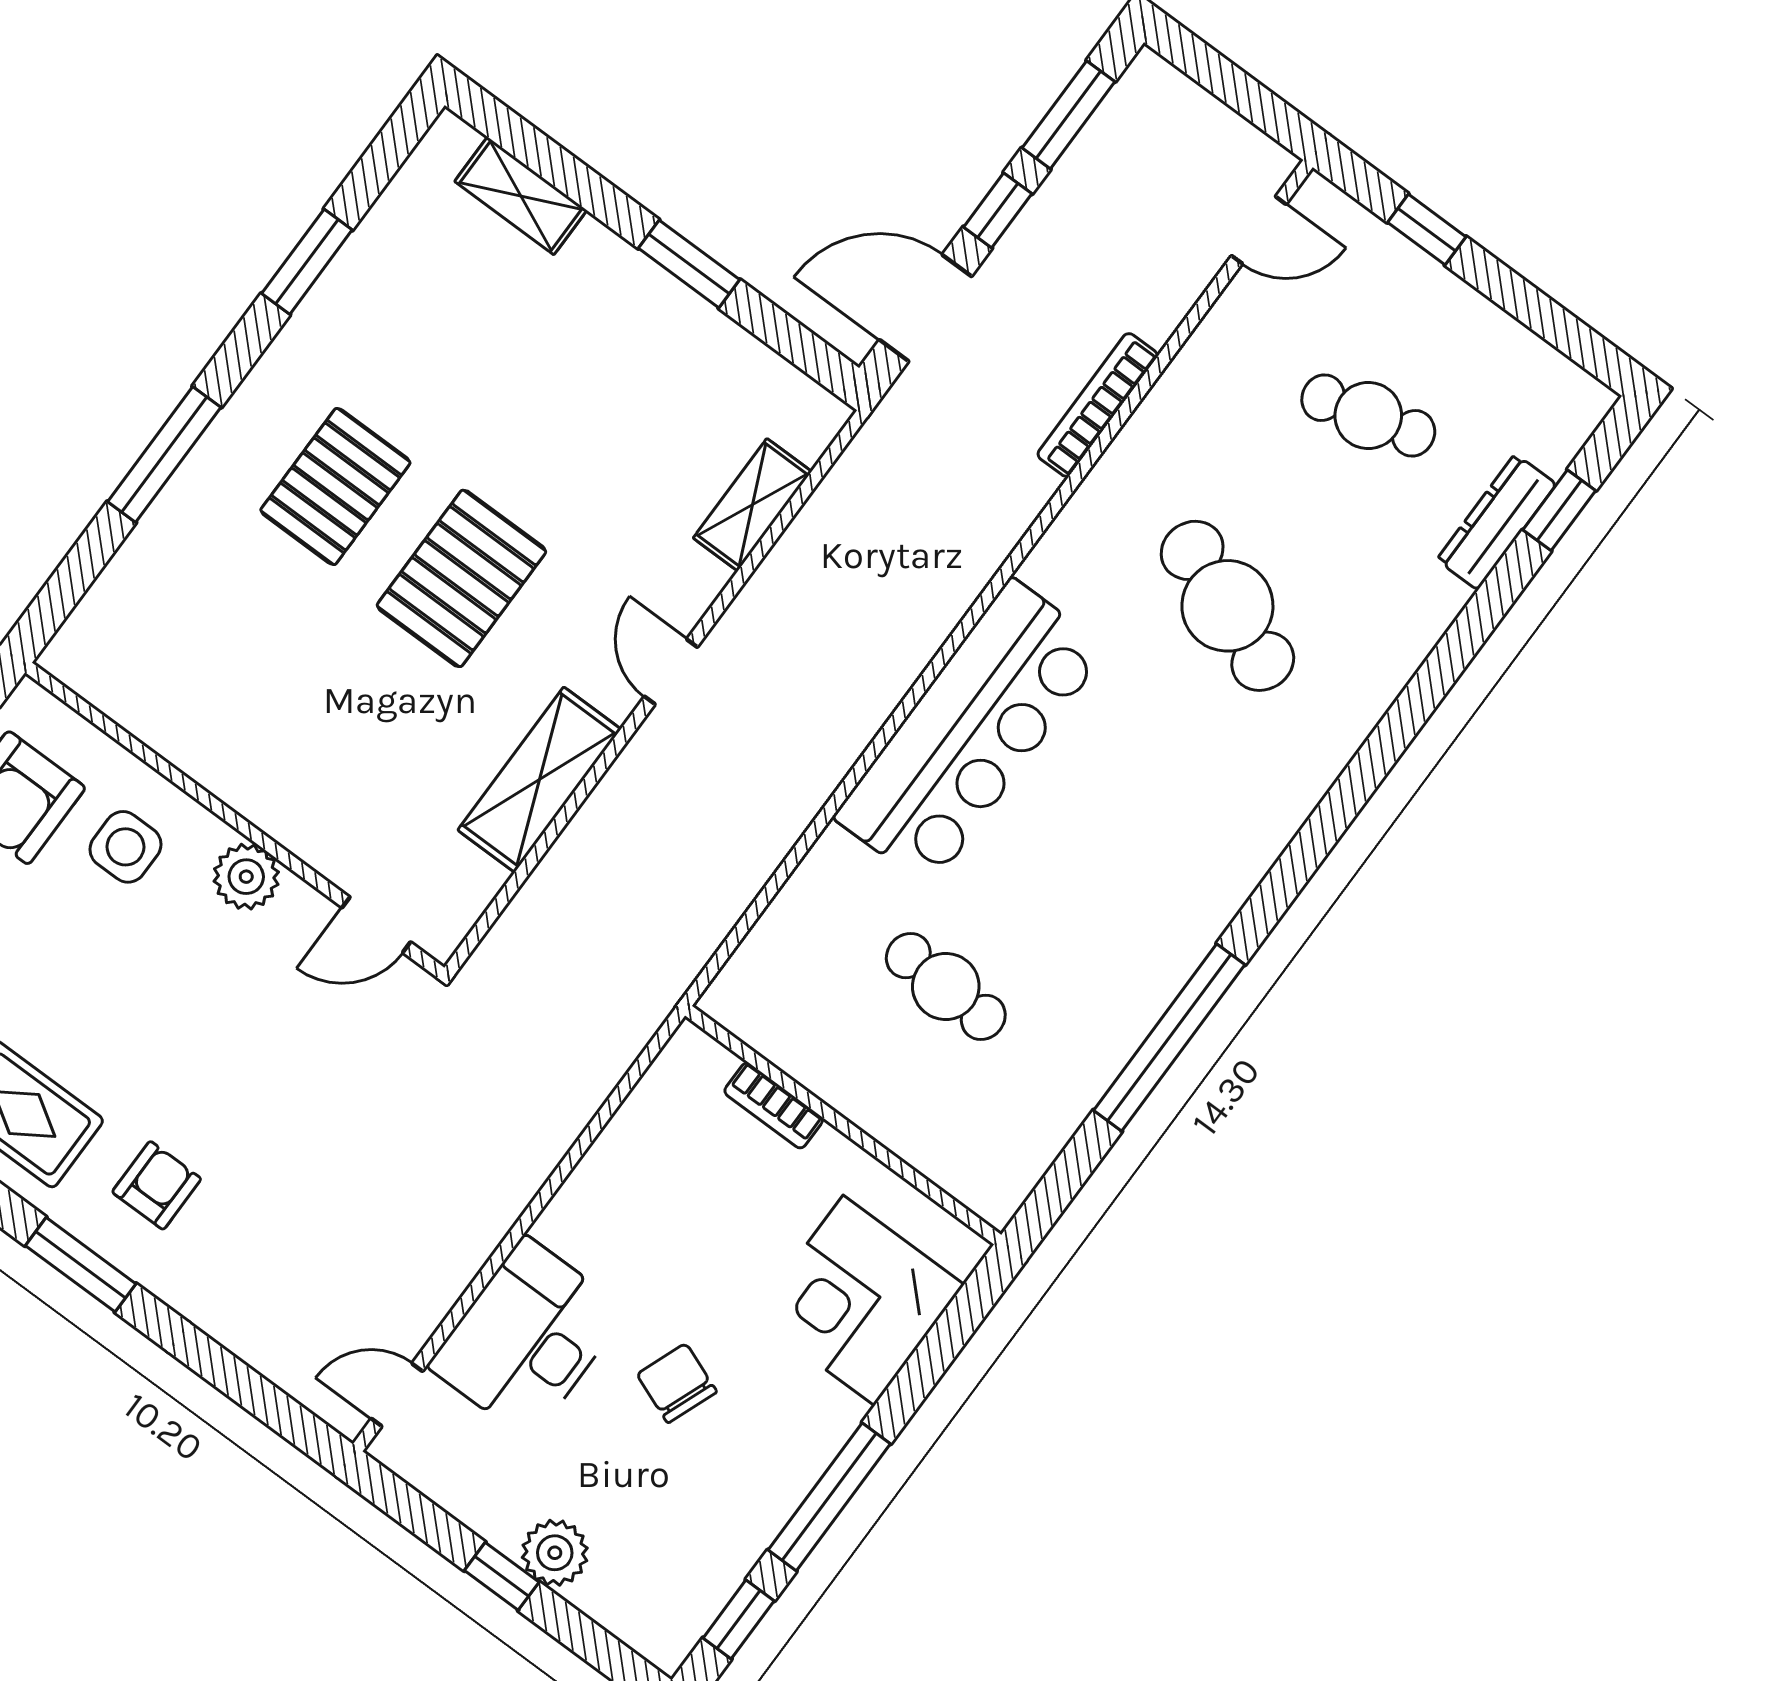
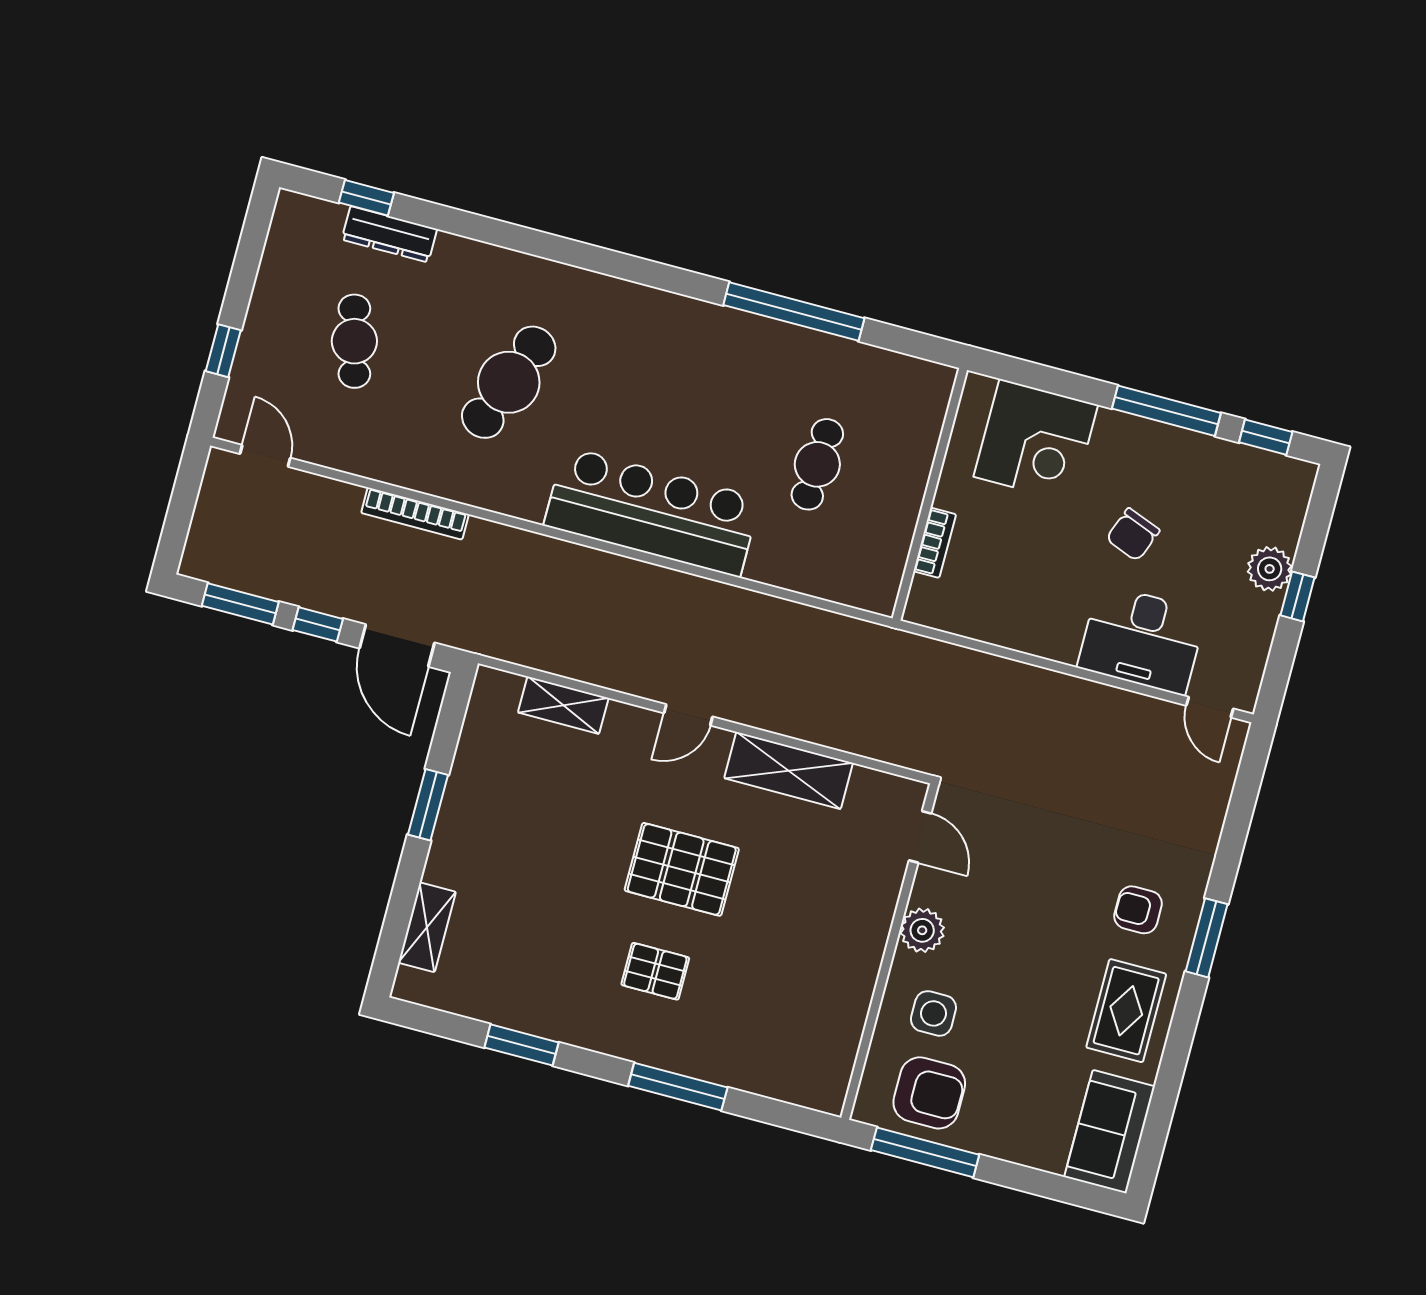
pallet: (335, 486) -> (655, 971), width x0.67, depth x0.71

